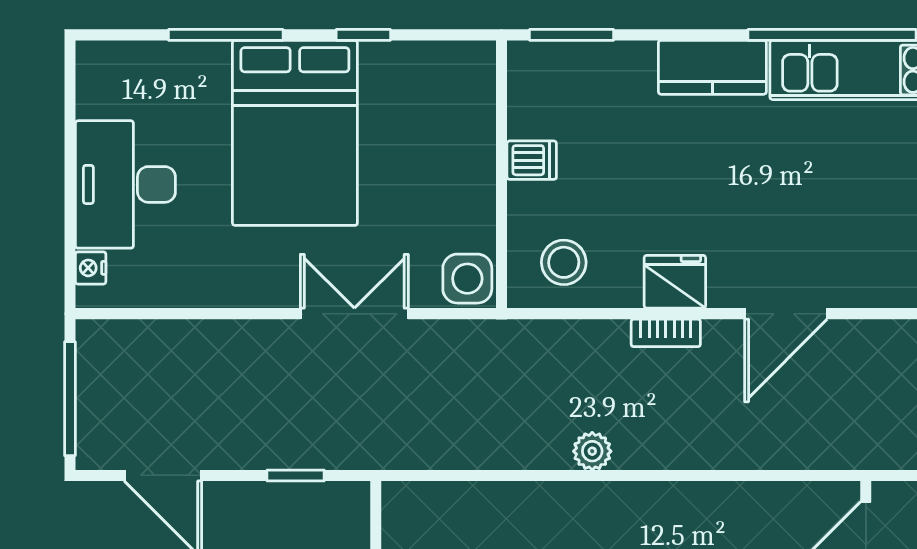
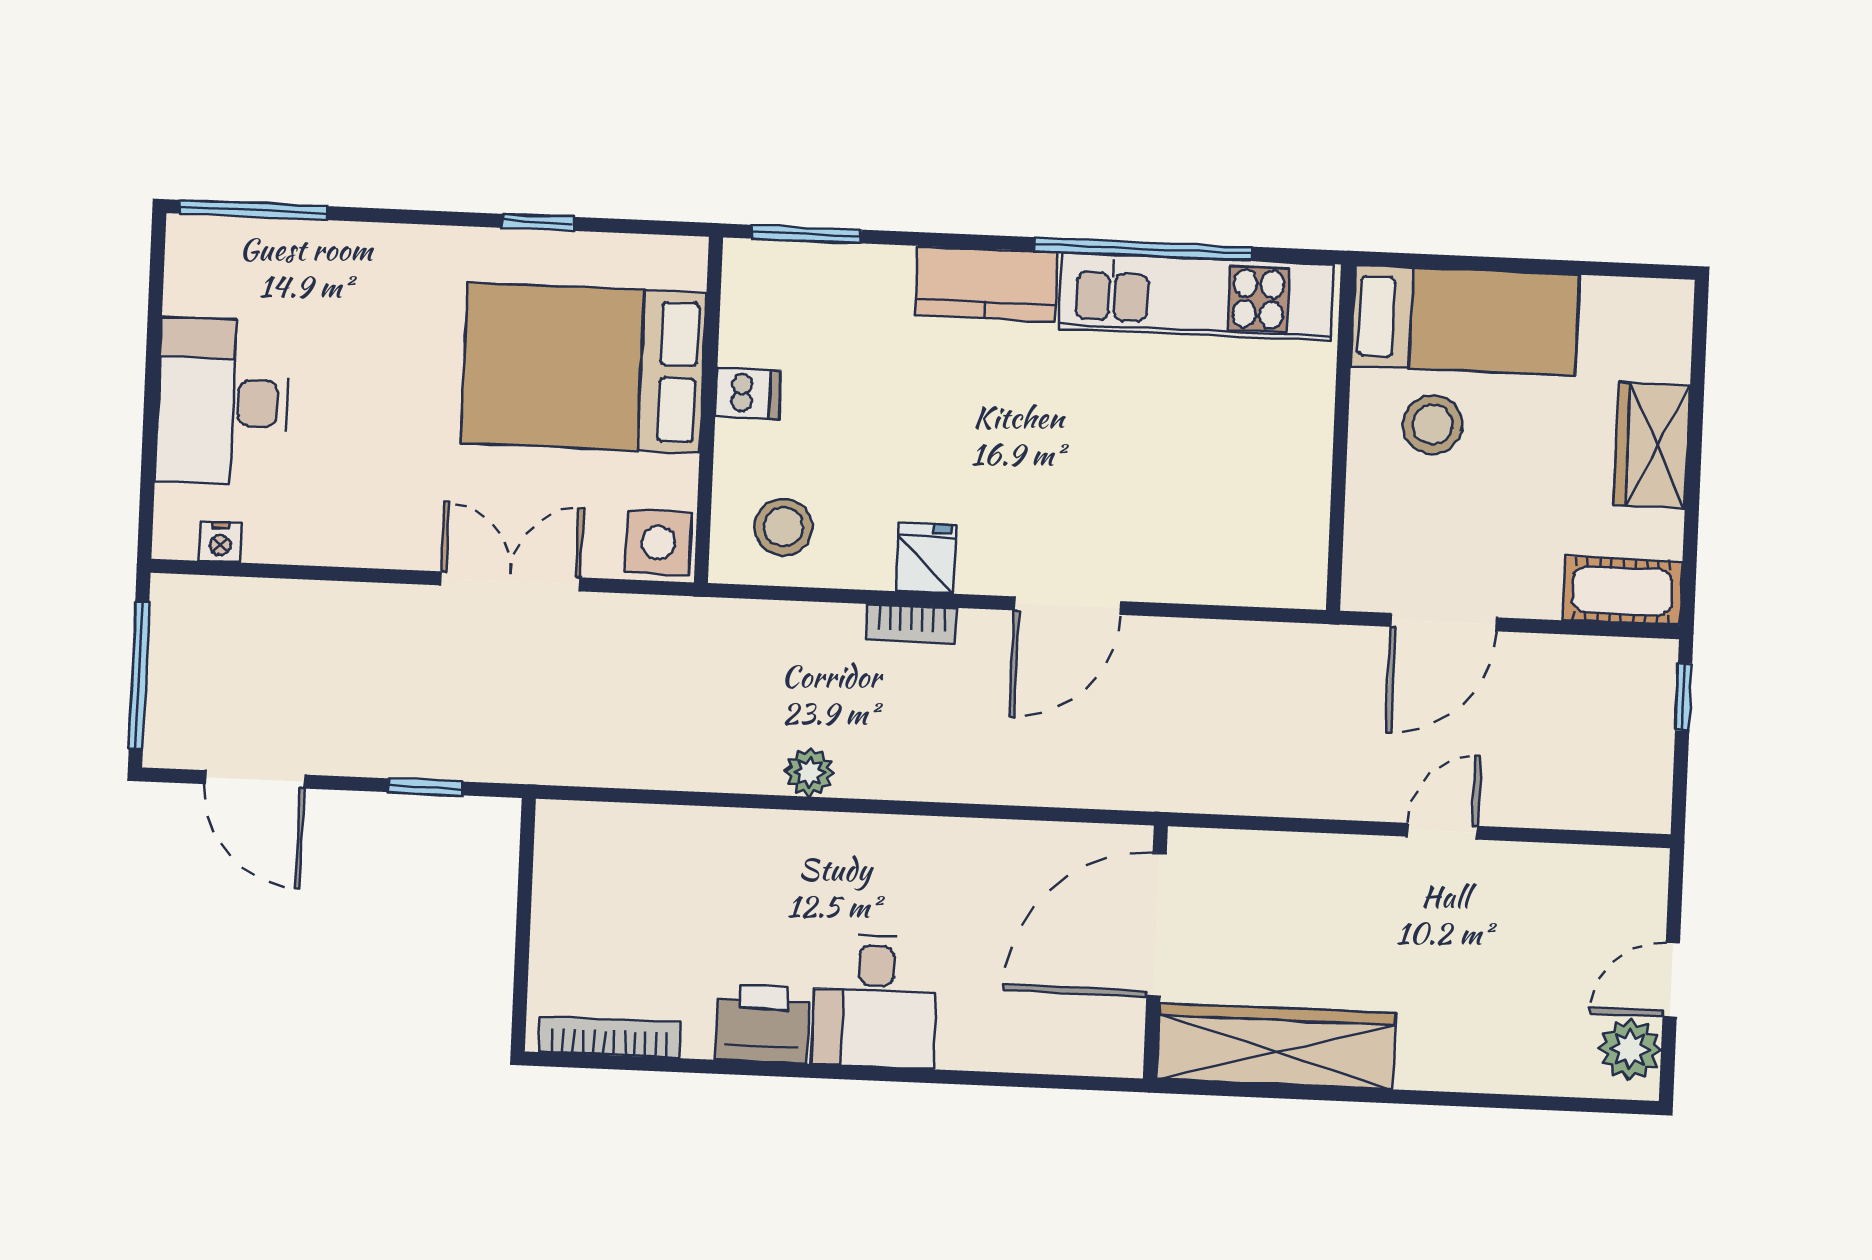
window: (226, 35) -> (254, 210), moved
bed: (295, 133) -> (584, 368), moved, turned 90
nightstand: (91, 268) -> (220, 542), moved, turned -90
fridge: (675, 282) -> (926, 558), width x0.72

